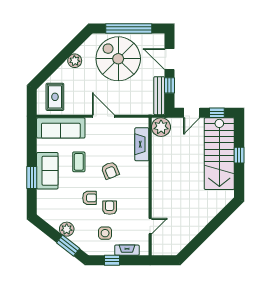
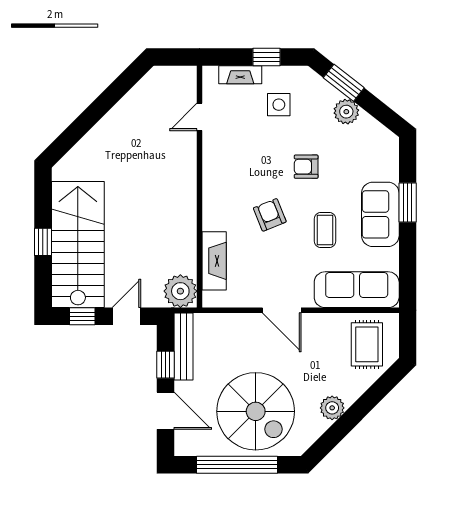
armchair: (110, 208) -> (271, 149), removed

